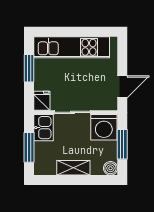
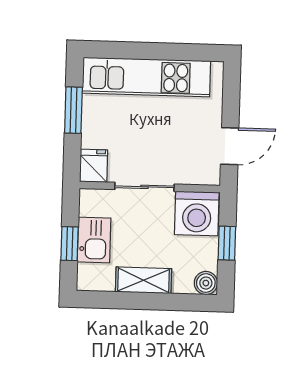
kitchen sink: (43, 128) -> (94, 240), moved
window: (122, 144) -> (227, 243), width x0.67
window: (29, 147) -> (70, 244), width x0.67

